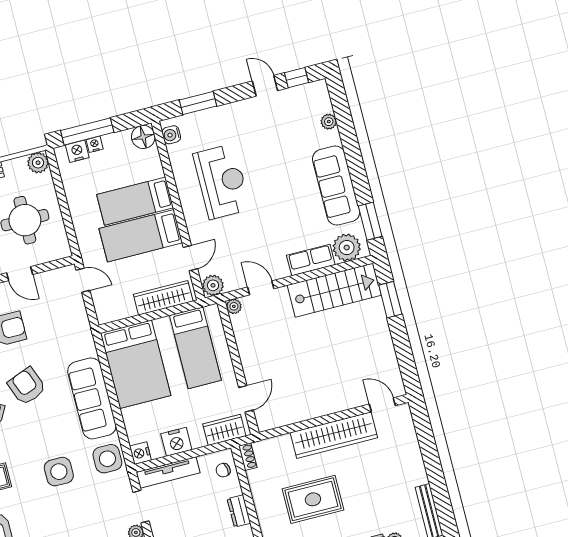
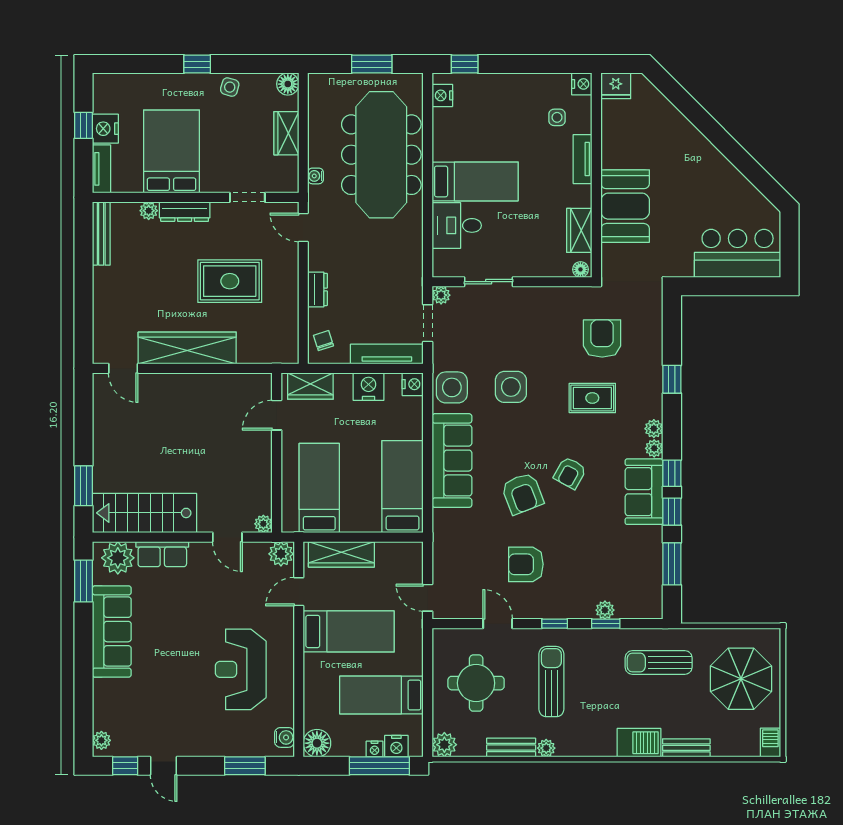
plant: (329, 122) -> (101, 740), moved
bed: (135, 201) -> (381, 695), moved, turned 180
bed: (136, 364) -> (402, 487), width x0.67
shoe rack: (248, 457) -> (291, 349), removed
chair: (223, 470) -> (323, 341), turned -98

